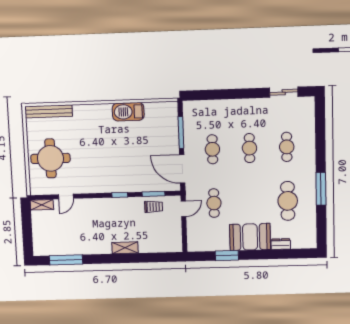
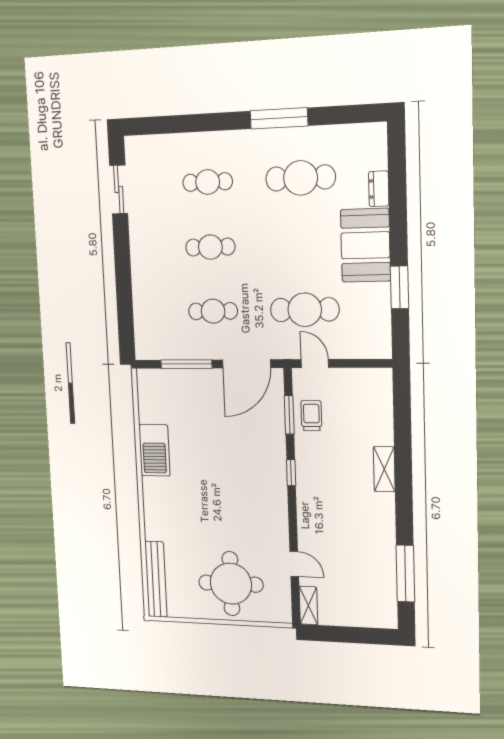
cafe table: (214, 203) -> (305, 310), width x1.37, depth x1.35

